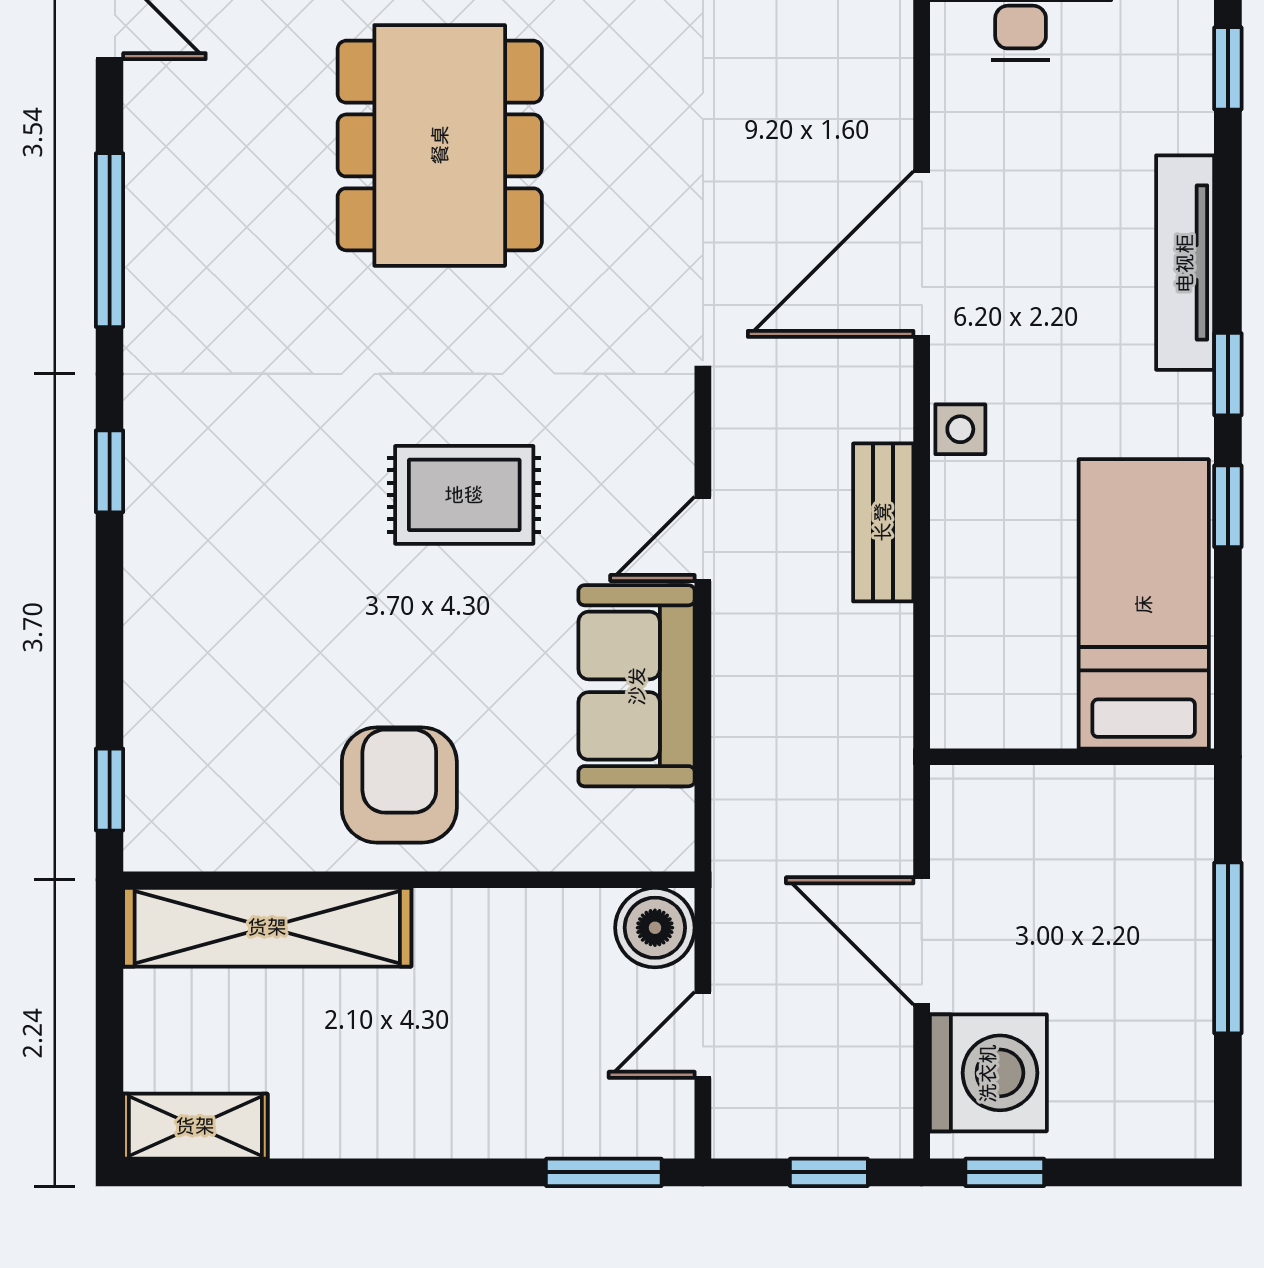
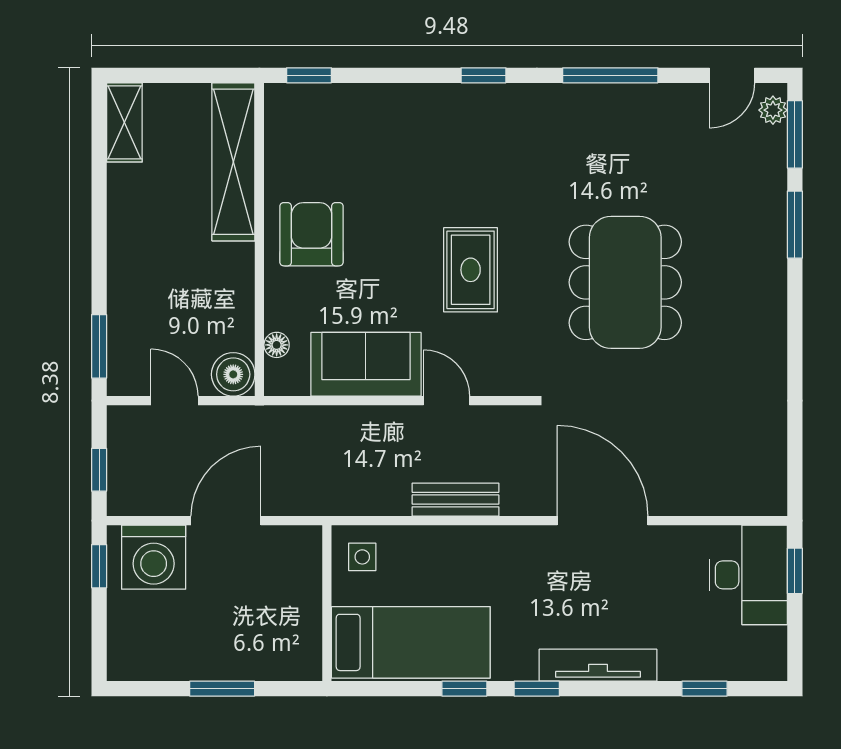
dining table: (440, 145) -> (625, 282), moved, turned 90
side table: (960, 429) -> (362, 557), moved
armchair: (399, 785) -> (311, 234), turned -90
floor lamp: (601, 849) -> (277, 345), added
window: (1228, 948) -> (222, 689), width x0.69

